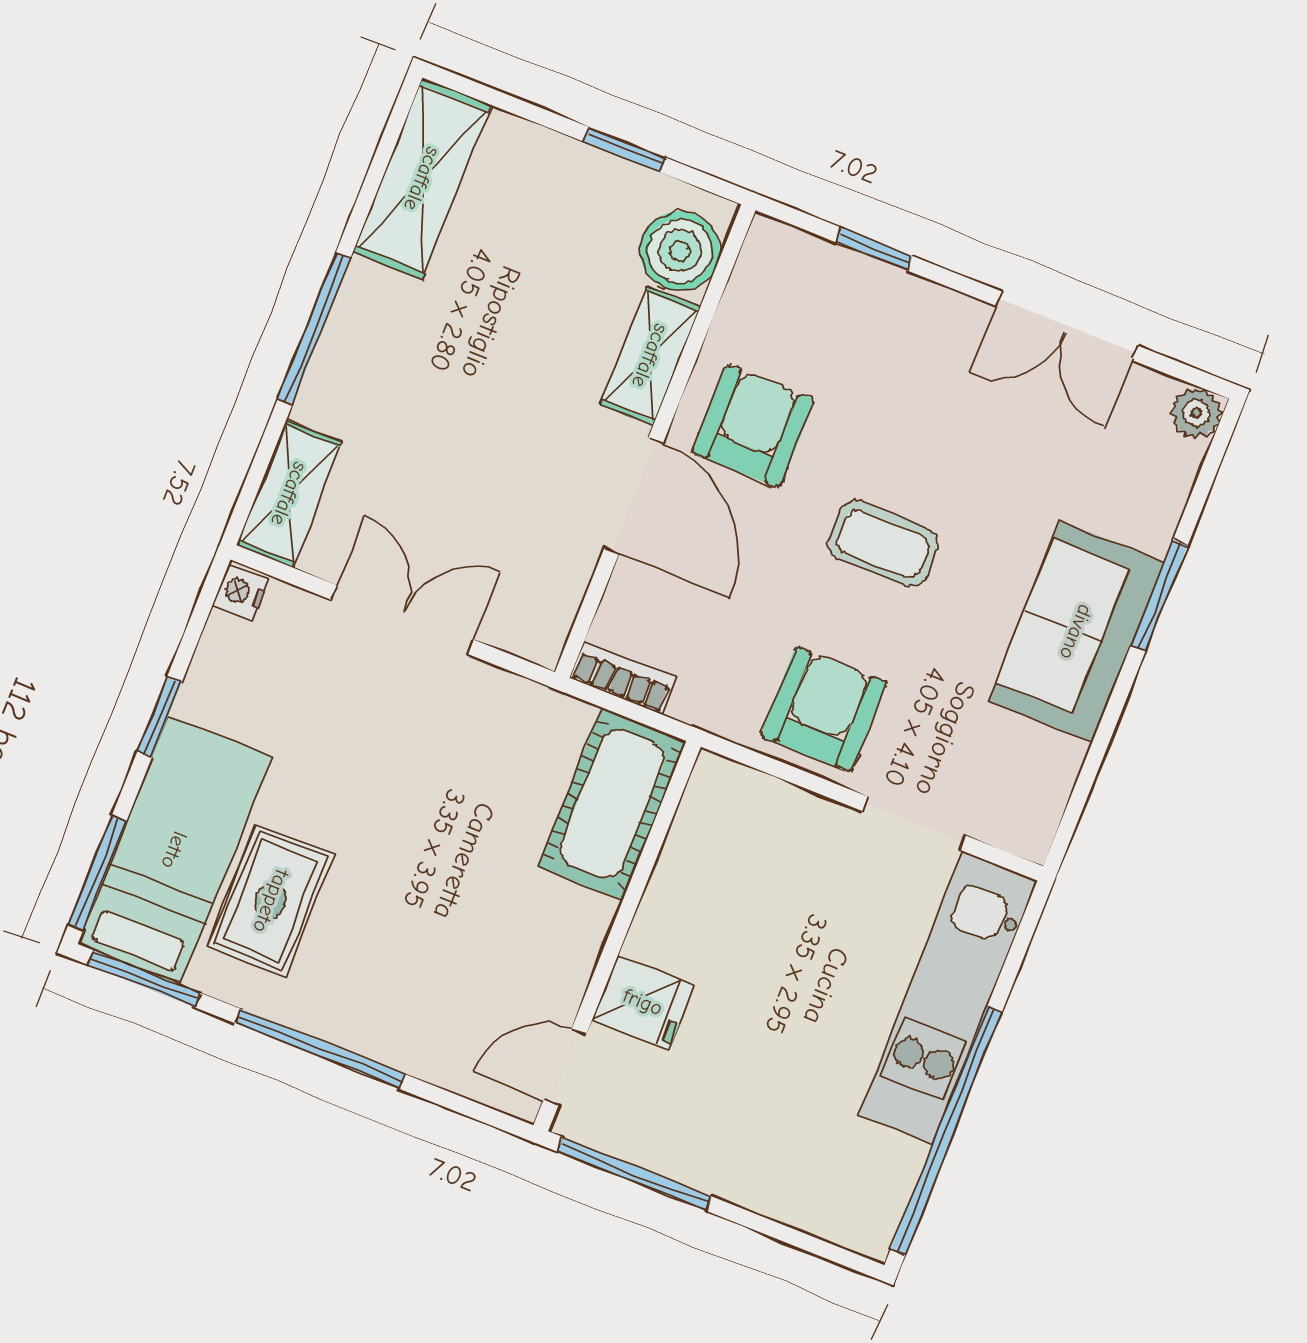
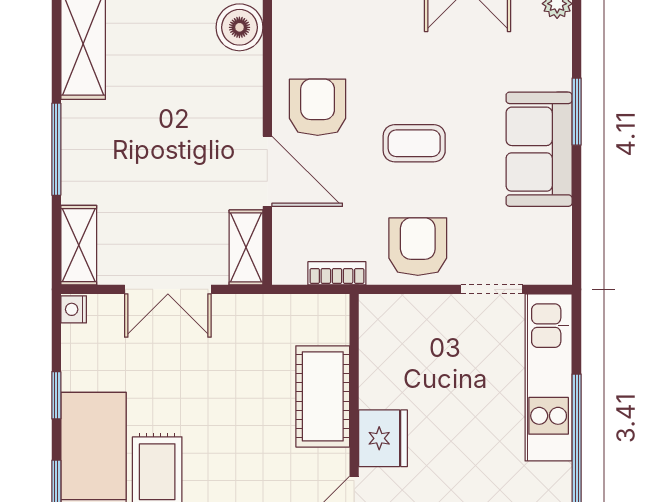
shelving: (650, 356) -> (246, 247), moved
double door: (402, 620) -> (168, 289), swing flipped
bookcase: (622, 678) -> (337, 273), moved
cot: (612, 804) -> (323, 396), moved
fridge: (643, 1002) -> (383, 438), width x1.38

